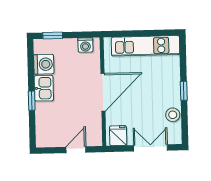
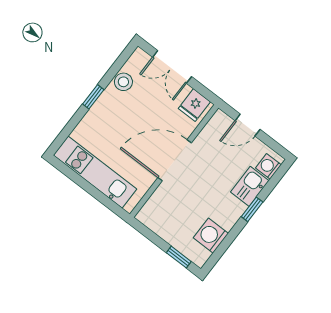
washing machine: (85, 45) -> (268, 166), moved, turned -90
kitchen sink: (44, 88) -> (250, 186), moved

